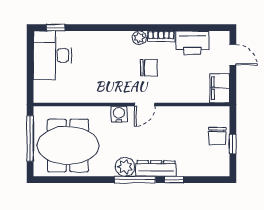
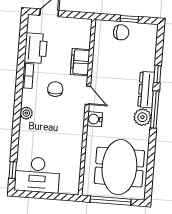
plant: (139, 38) -> (26, 113), moved
filing cabinet: (220, 88) -> (80, 62), moved, turned 90

